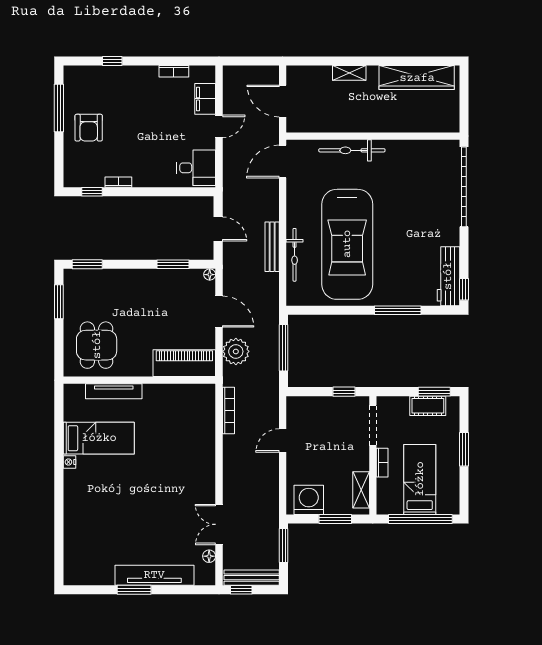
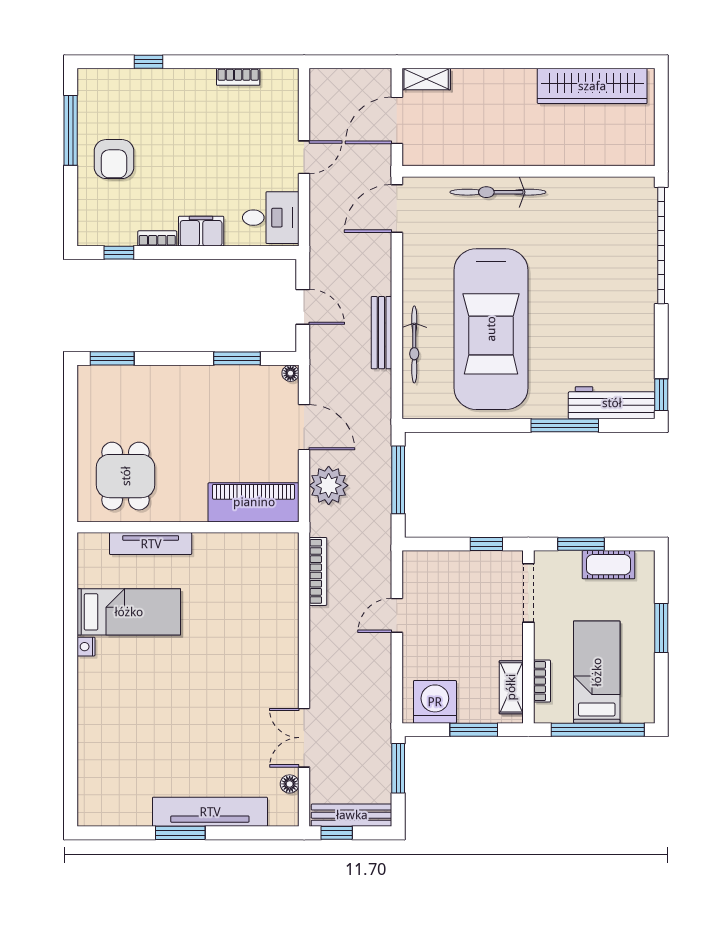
shelving: (349, 73) -> (426, 79), moved
filing cabinet: (205, 99) -> (201, 231), moved, turned 90
door: (283, 101) -> (397, 120), hinge flipped
workbench: (448, 276) -> (612, 403), moved, turned 90
window: (59, 302) -> (71, 413), removed
window: (434, 392) -> (581, 544), moved
bookcase: (382, 463) -> (542, 681), moved

